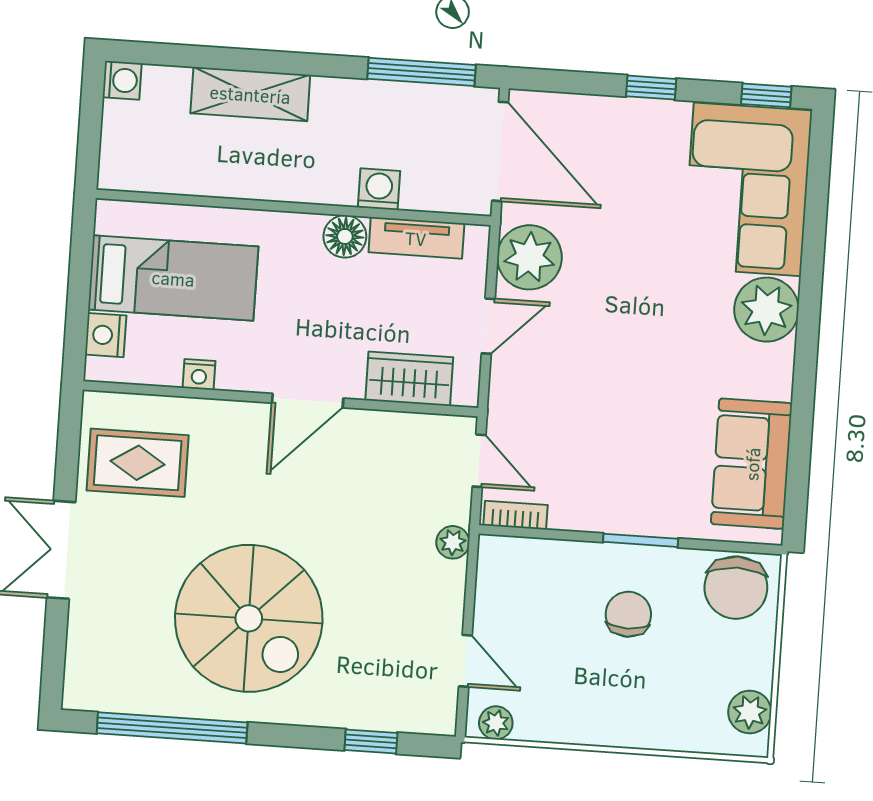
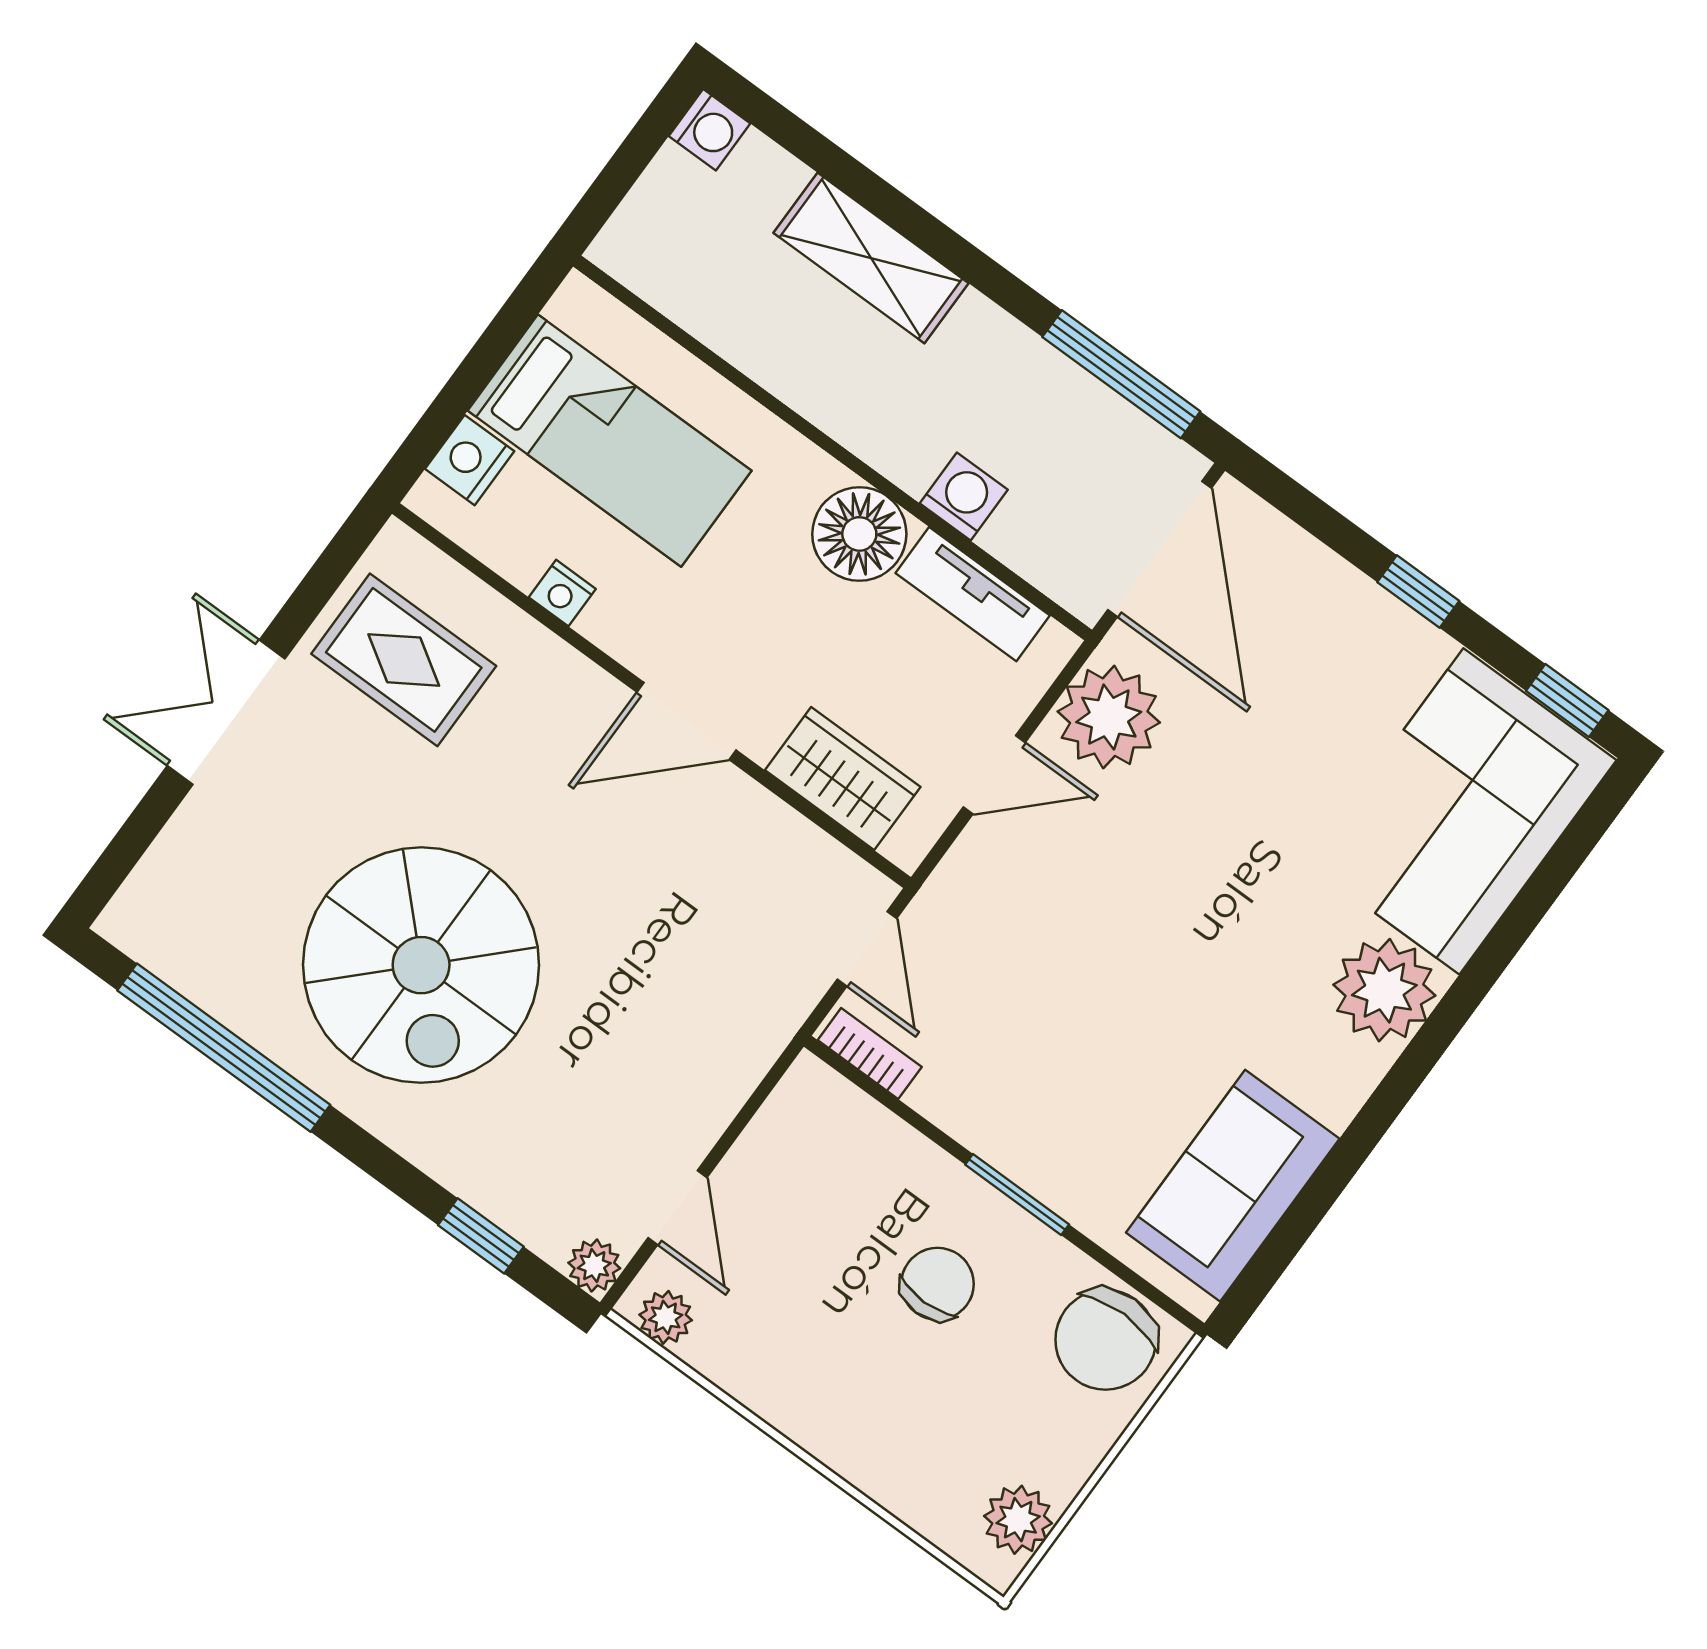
floor lamp: (345, 236) -> (859, 534), width x1.38, depth x1.38
plant: (453, 542) -> (594, 1266), moved

